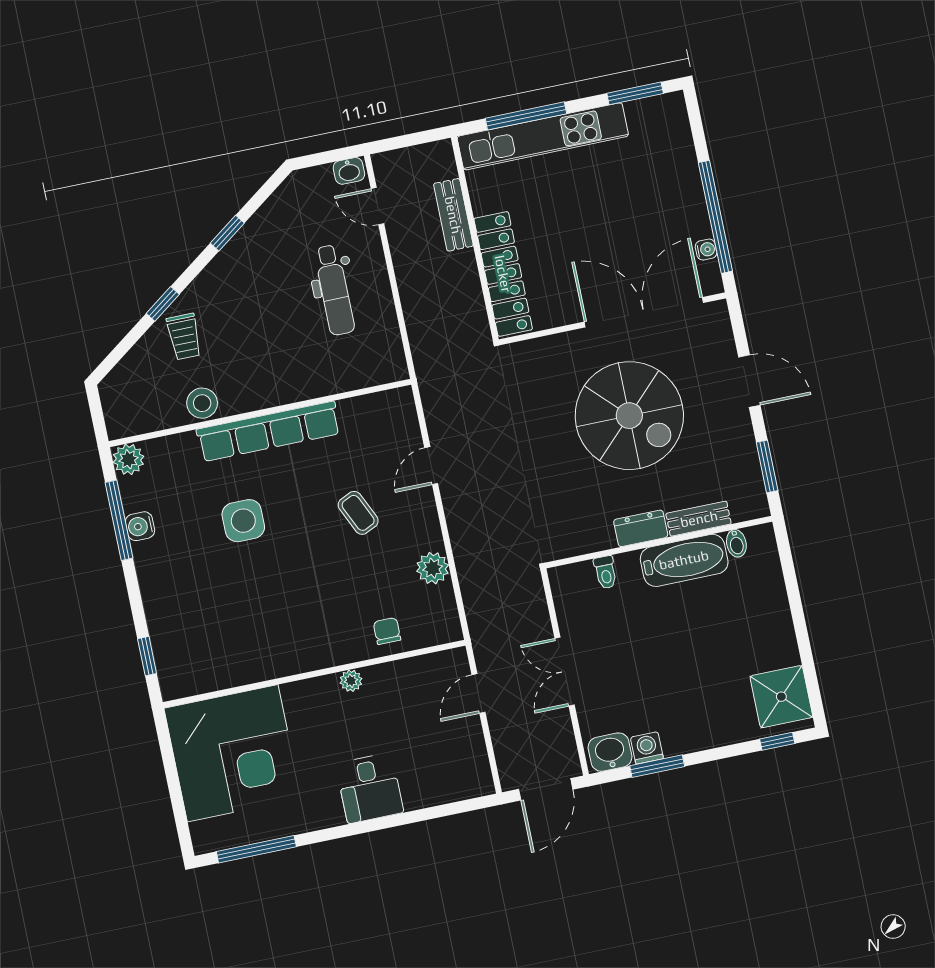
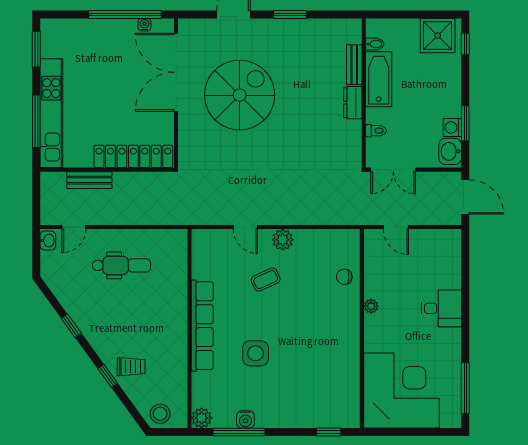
stool: (202, 403) -> (160, 414), moved
bench: (699, 519) -> (354, 65), moved
dresser: (641, 528) -> (353, 103), moved
wall: (659, 542) -> (364, 93), moved
bidet: (736, 543) -> (375, 44), moved
bathtub: (684, 560) -> (379, 79), moved
plant: (433, 568) -> (283, 240), moved
toilet: (605, 572) -> (376, 131), moved

